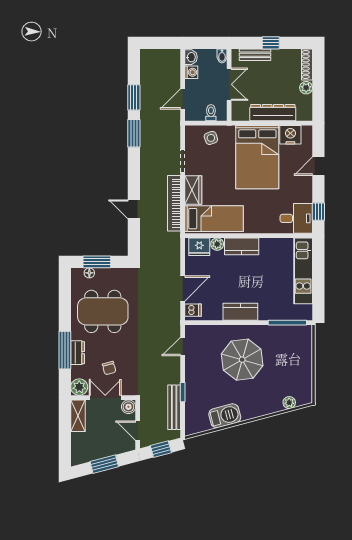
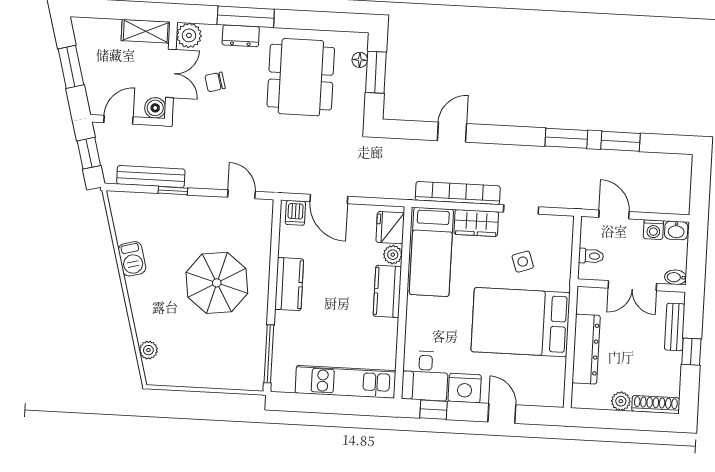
nightstand: (290, 135) -> (465, 388), moved, turned 90
side table: (211, 138) -> (523, 262), moved
barbecue: (225, 416) -> (132, 259), width x0.73, depth x0.79

